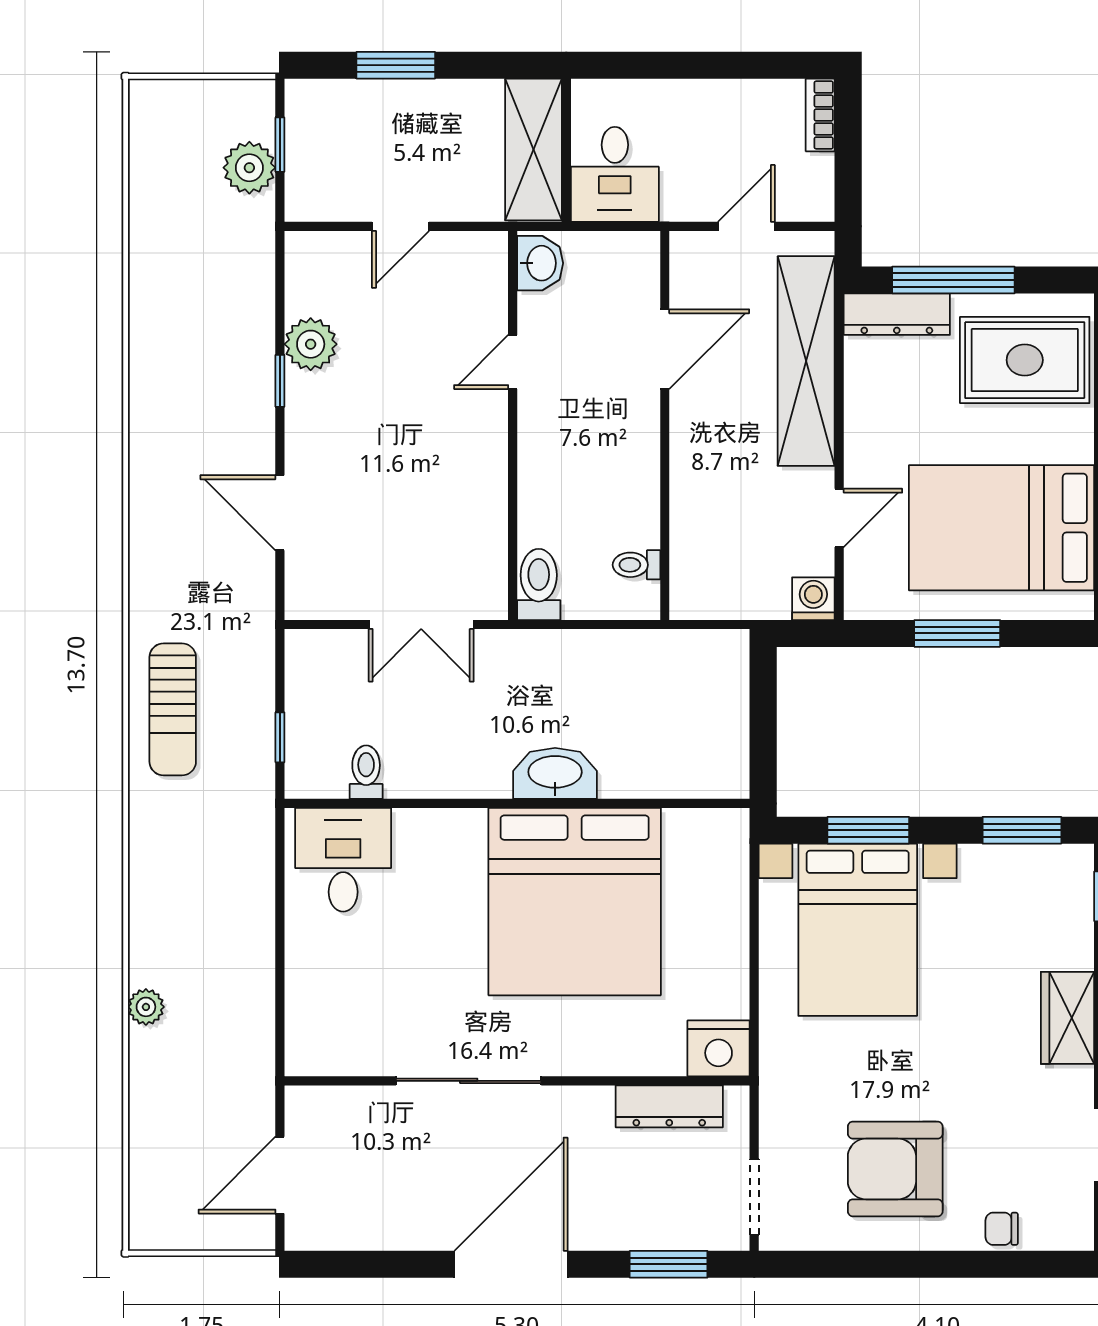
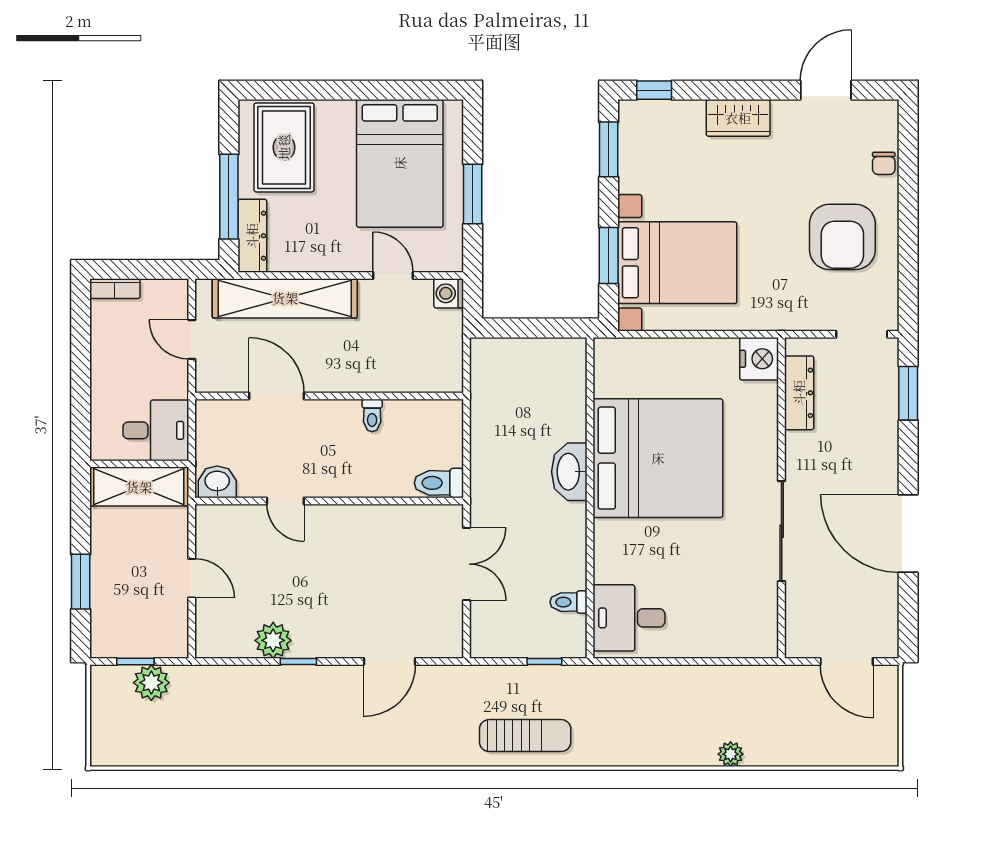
toilet: (636, 565) -> (372, 415), moved
door: (511, 1264) -> (908, 533), moved

